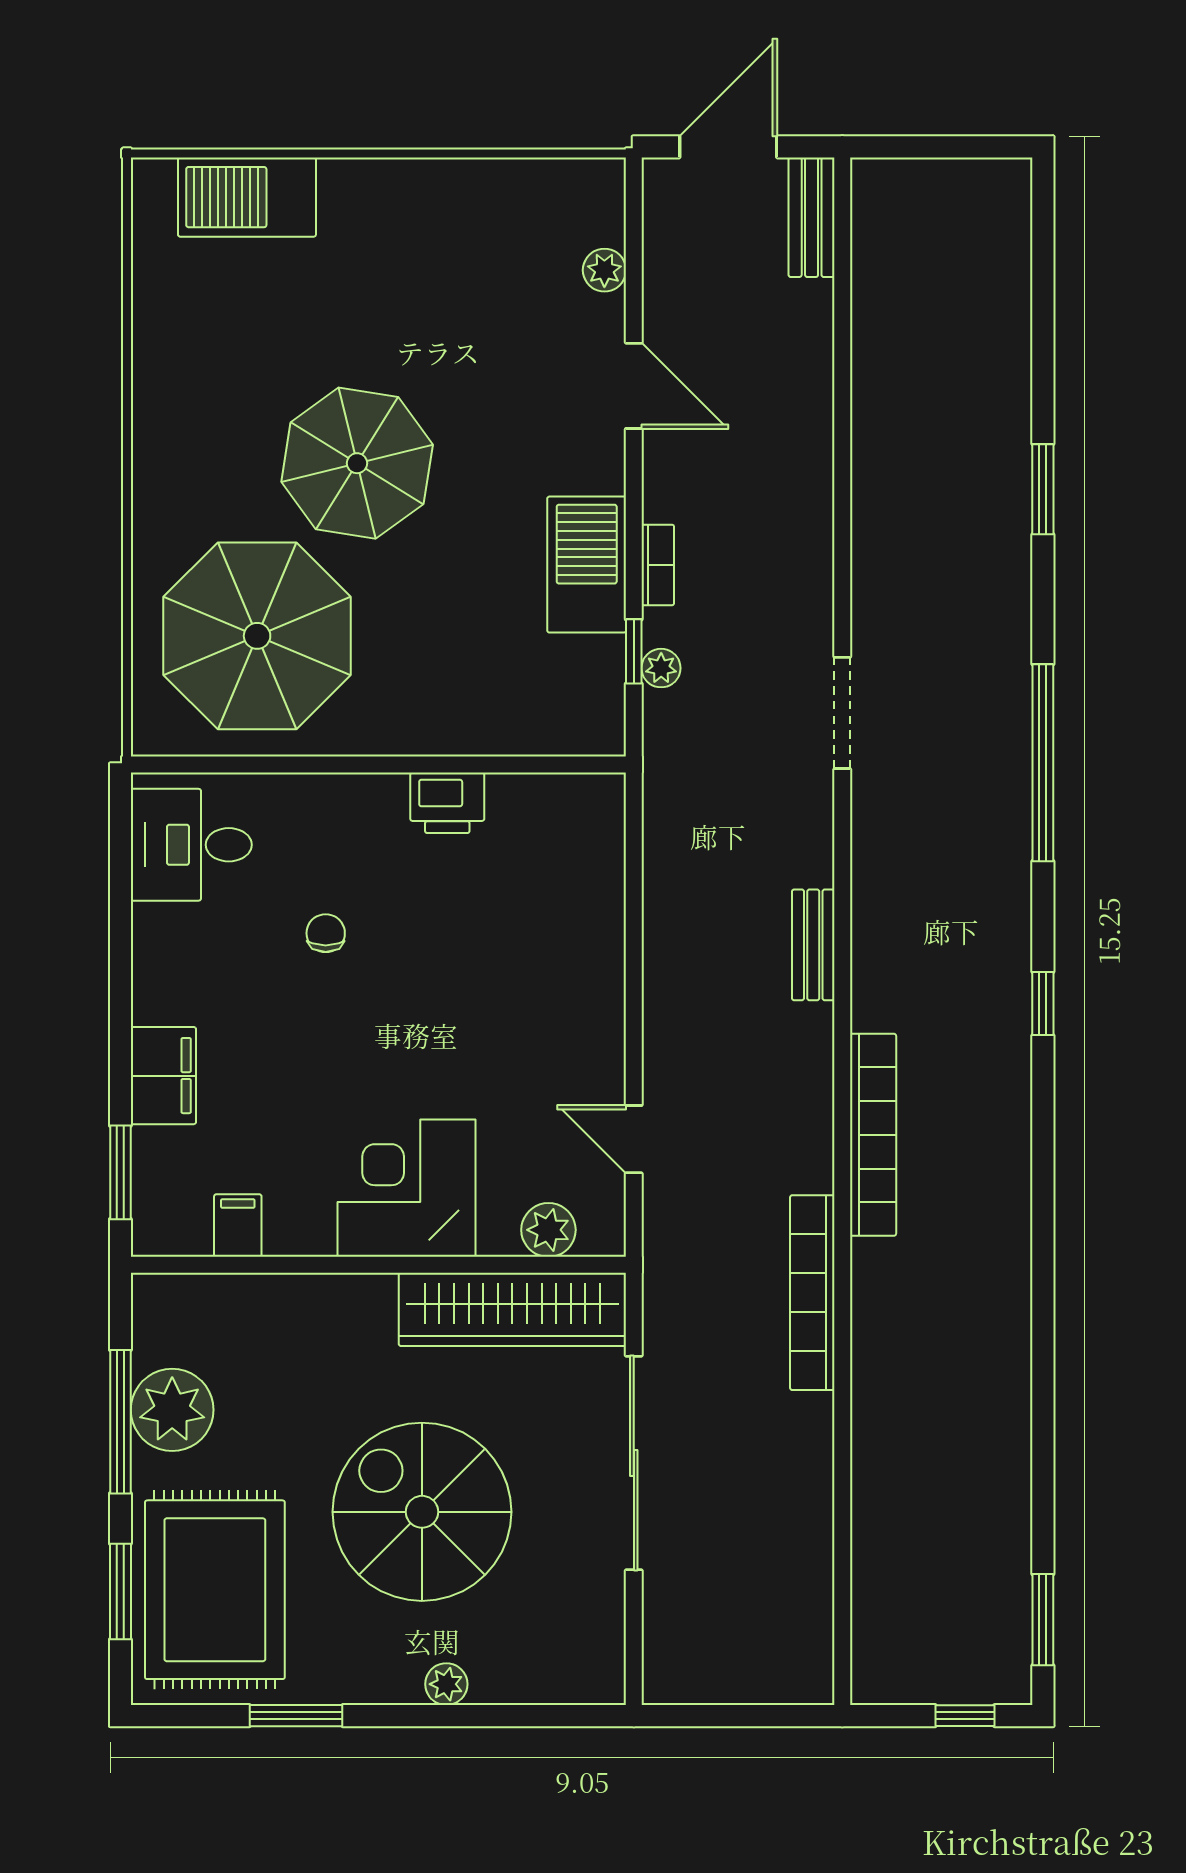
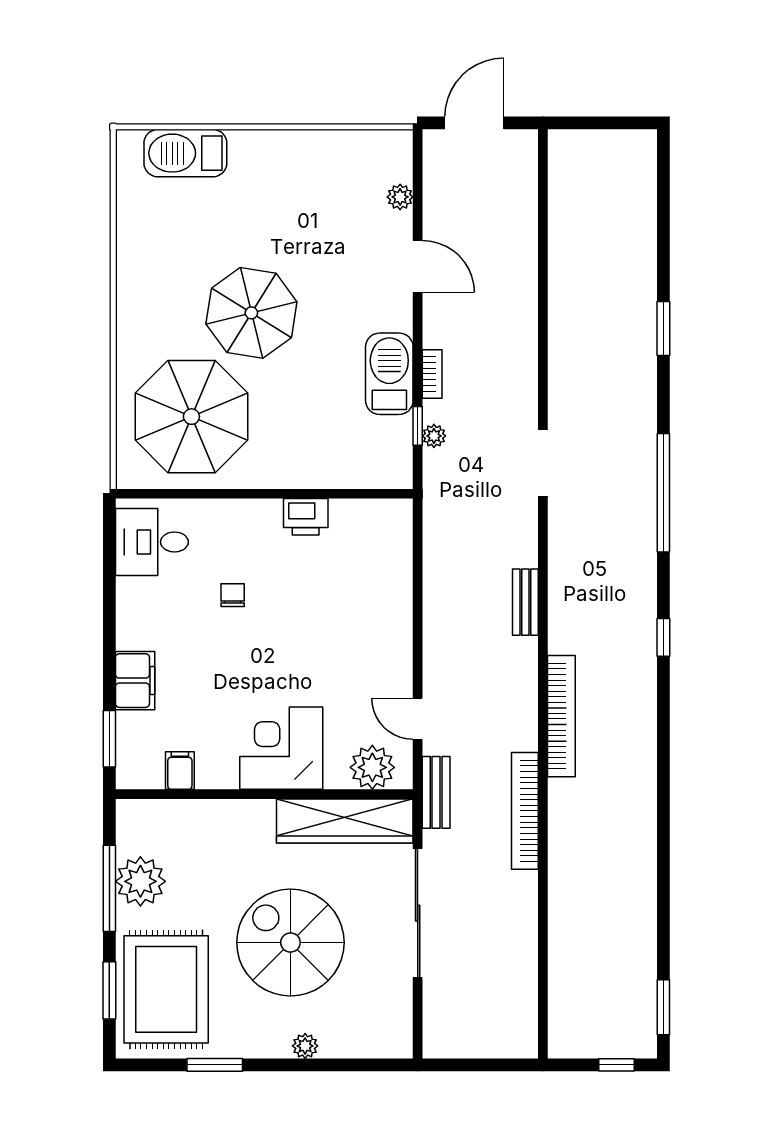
bench: (812, 217) -> (436, 792), moved
plant: (548, 1230) -> (372, 767), width x1.36, depth x1.36

